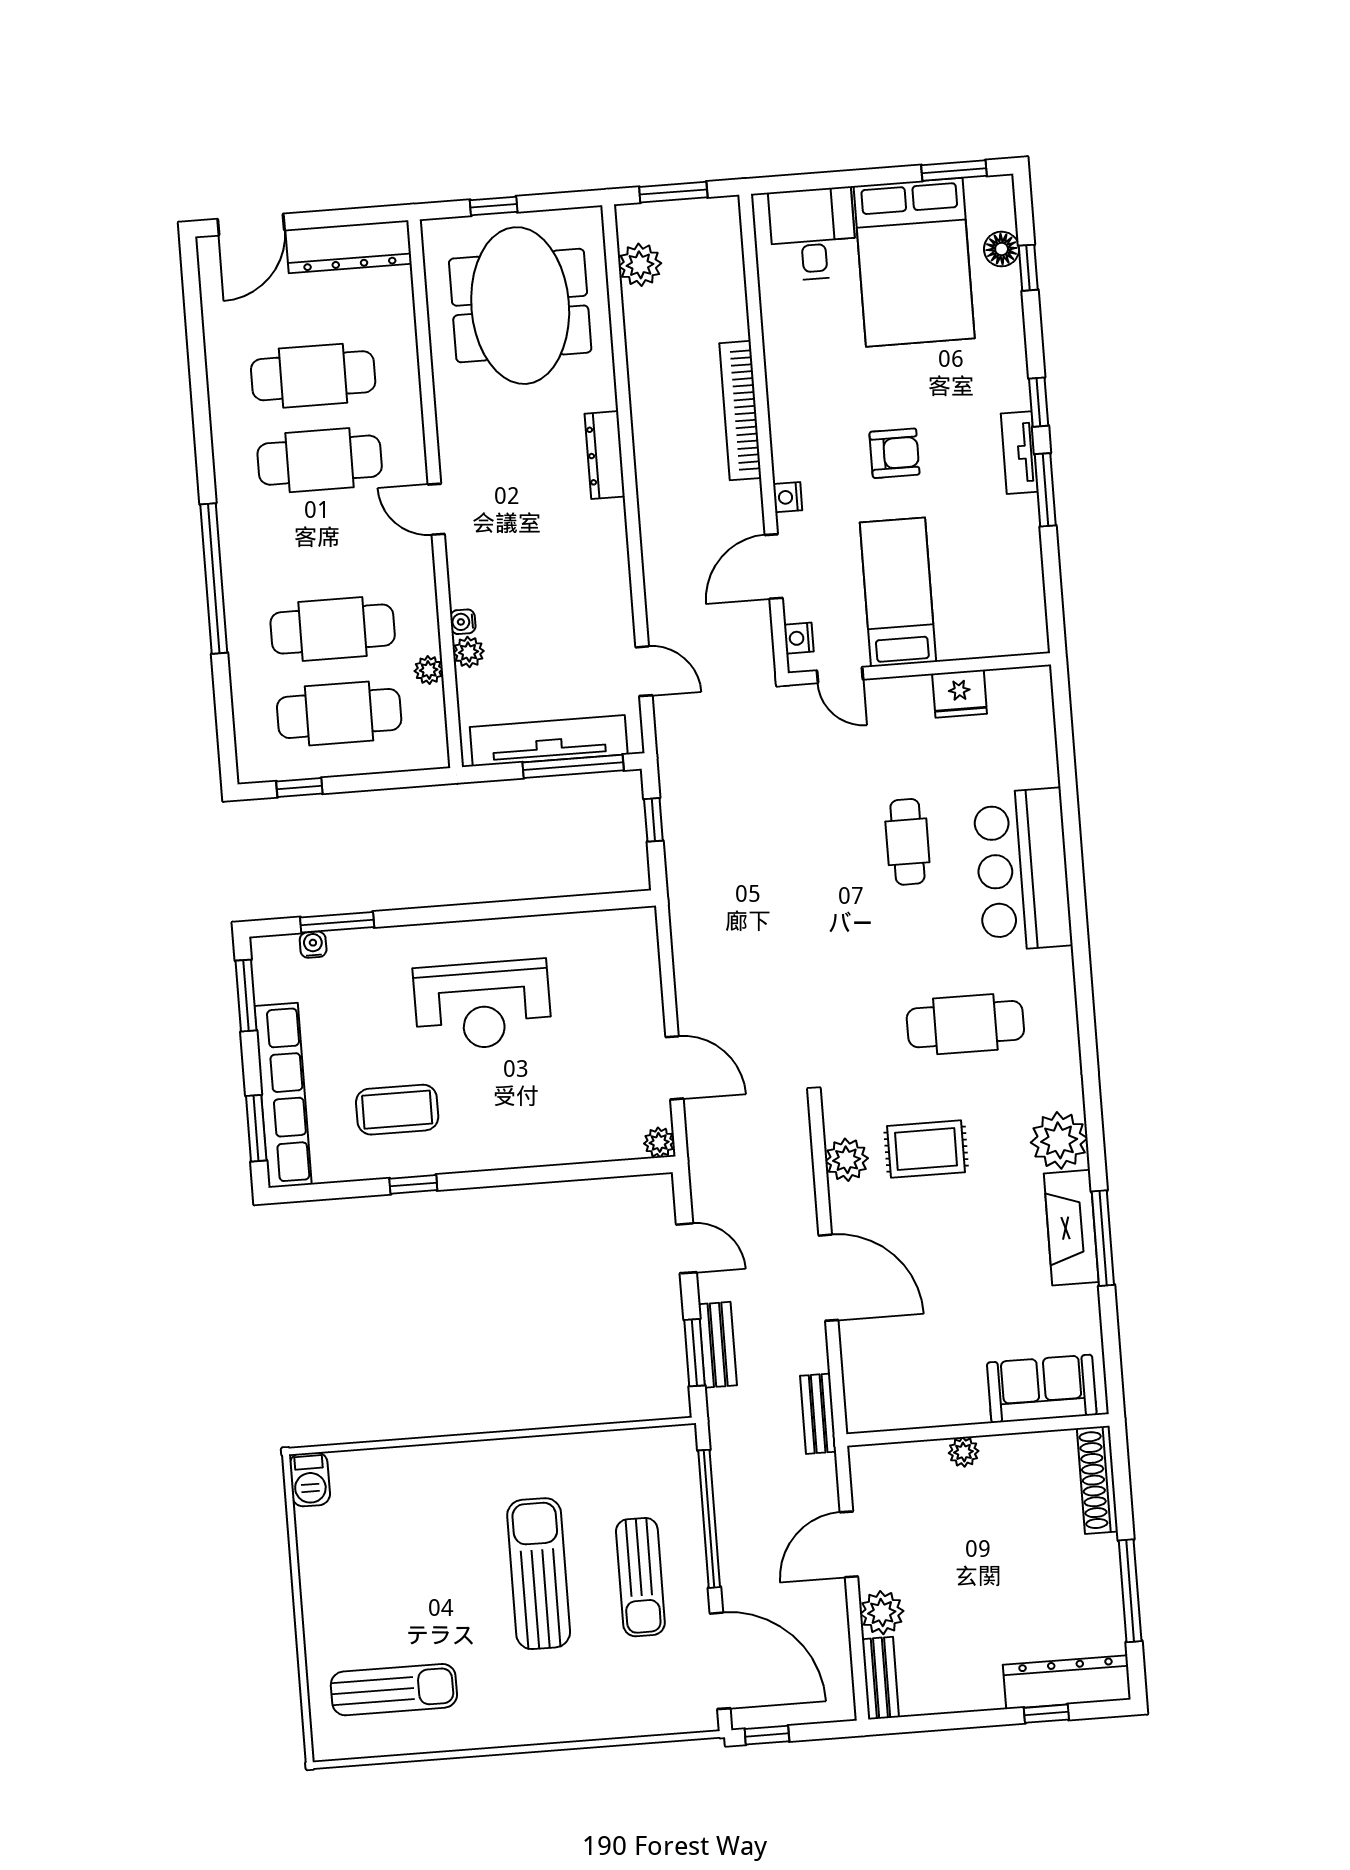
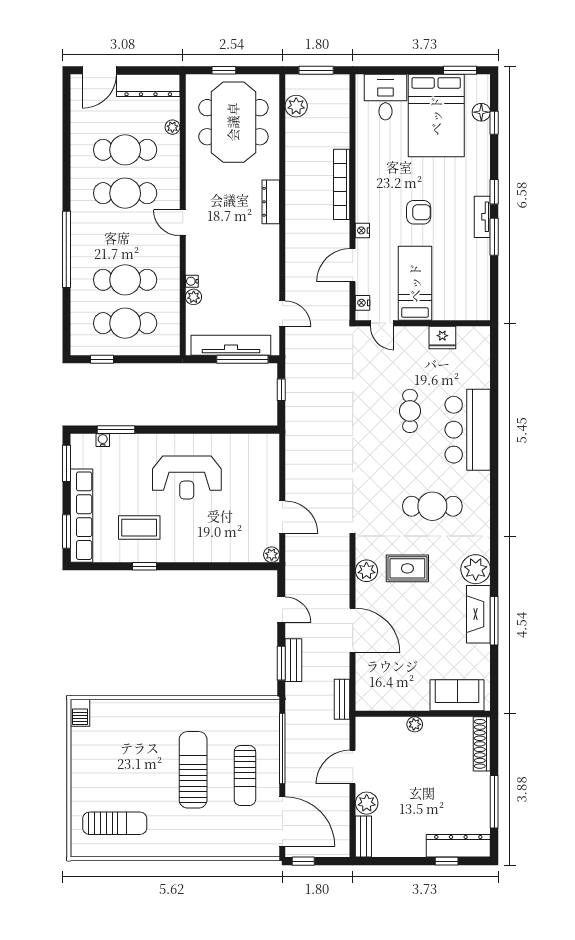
plant: (429, 670) -> (172, 127), moved

